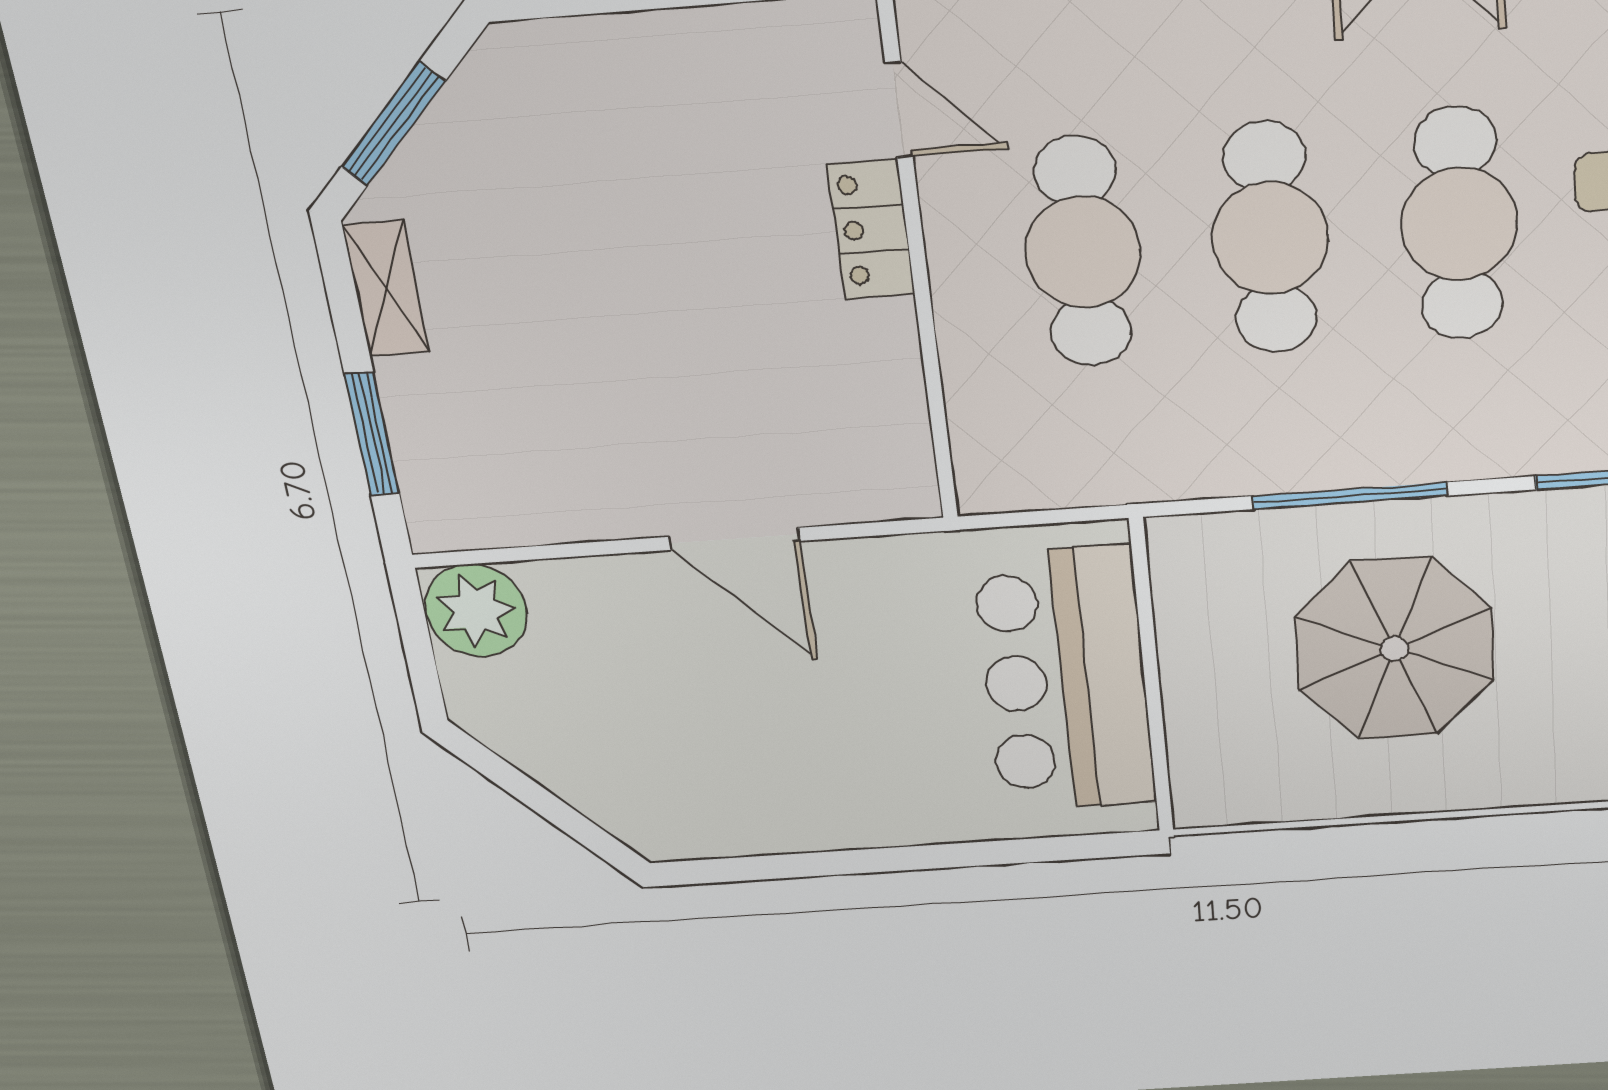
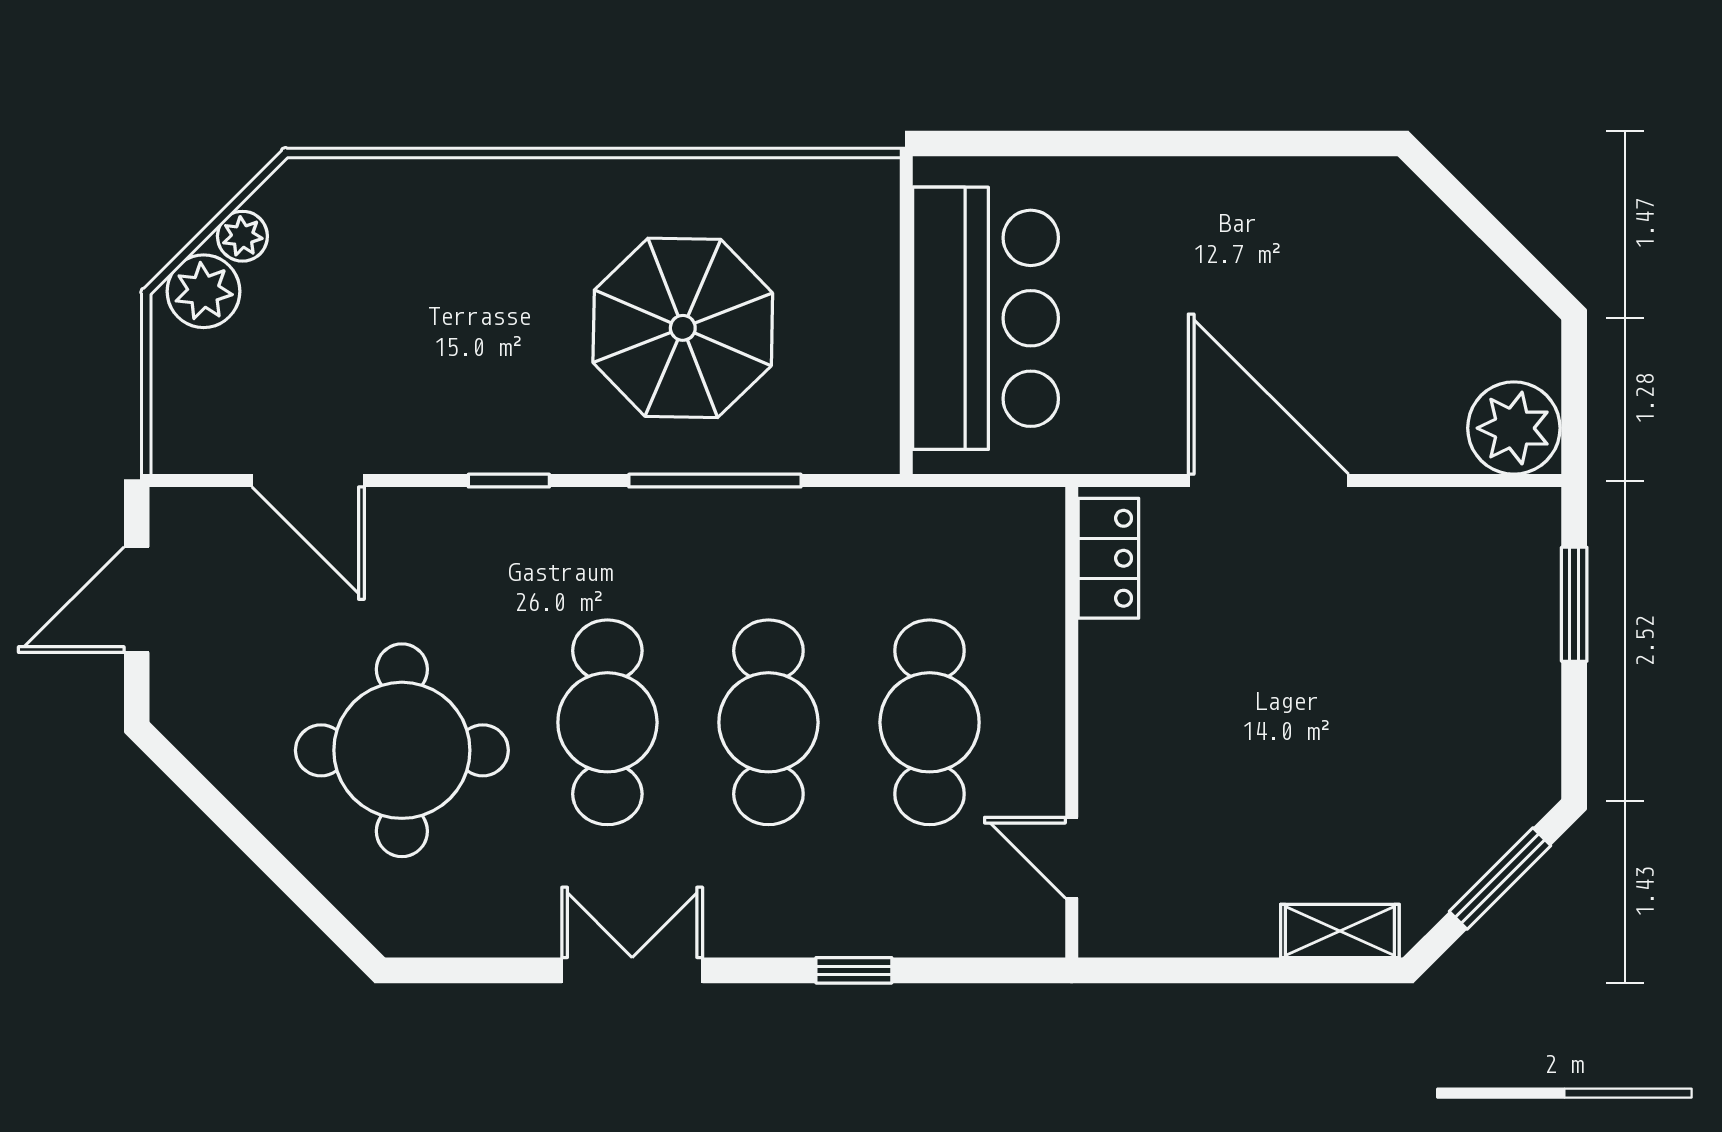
locker: (871, 229) -> (1108, 558), moved
shelving: (386, 289) -> (1340, 931), moved, turned 90
door: (734, 539) -> (1268, 481), width x1.36

